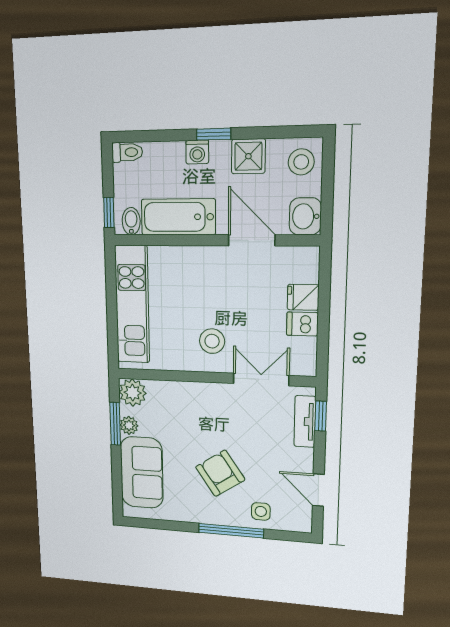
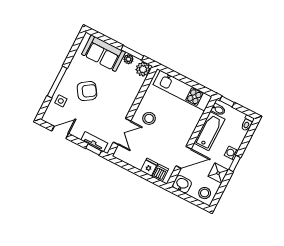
dishwasher: (302, 324) -> (160, 173), moved

